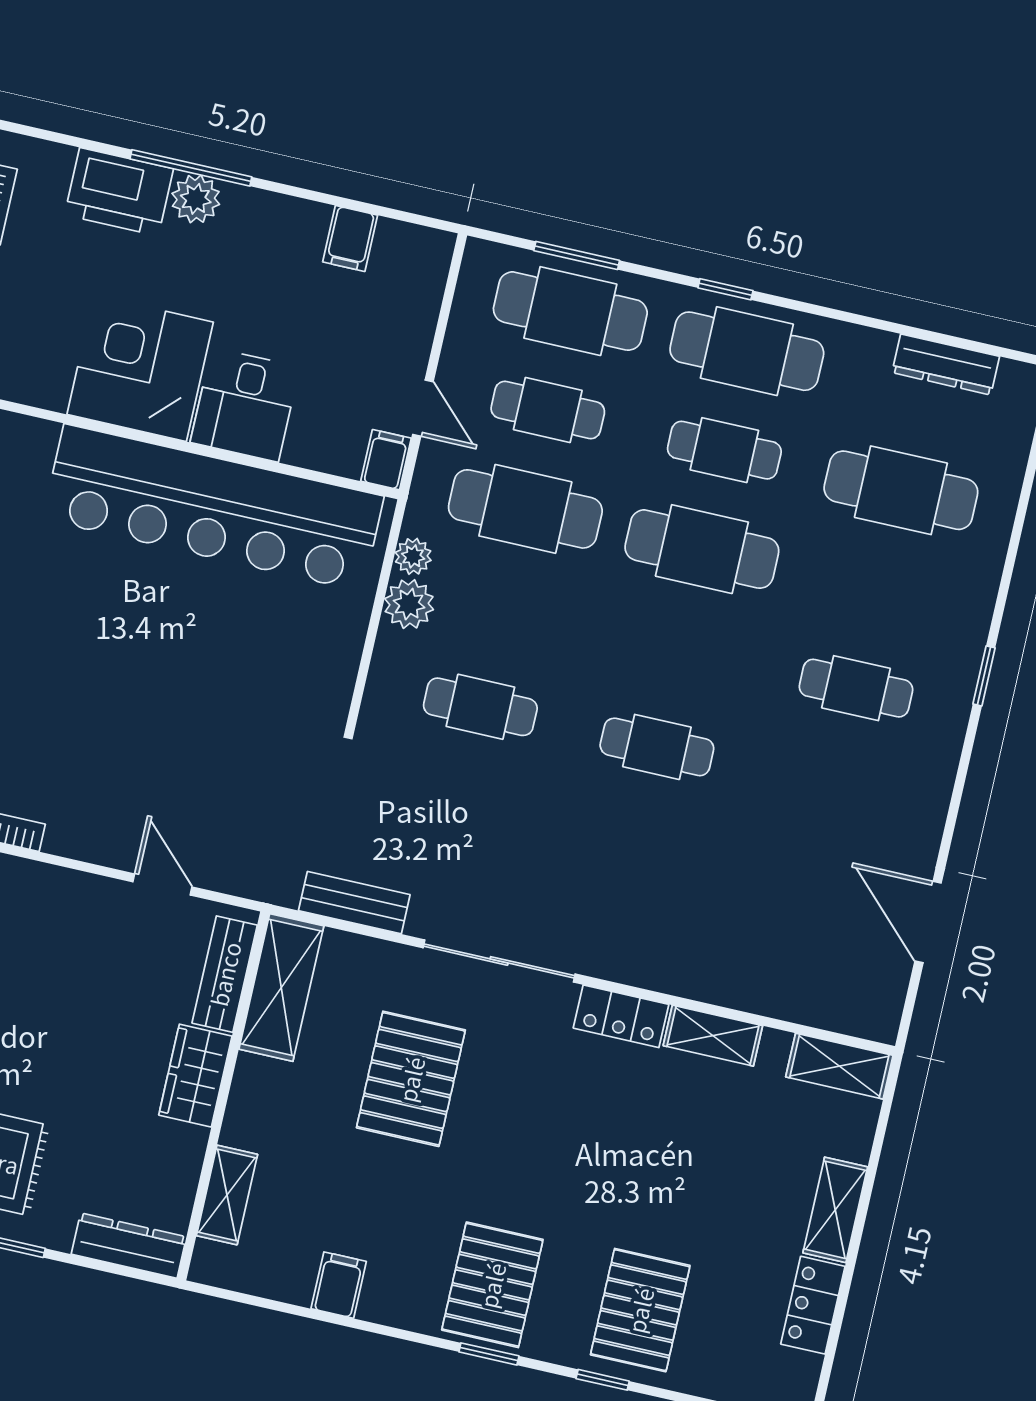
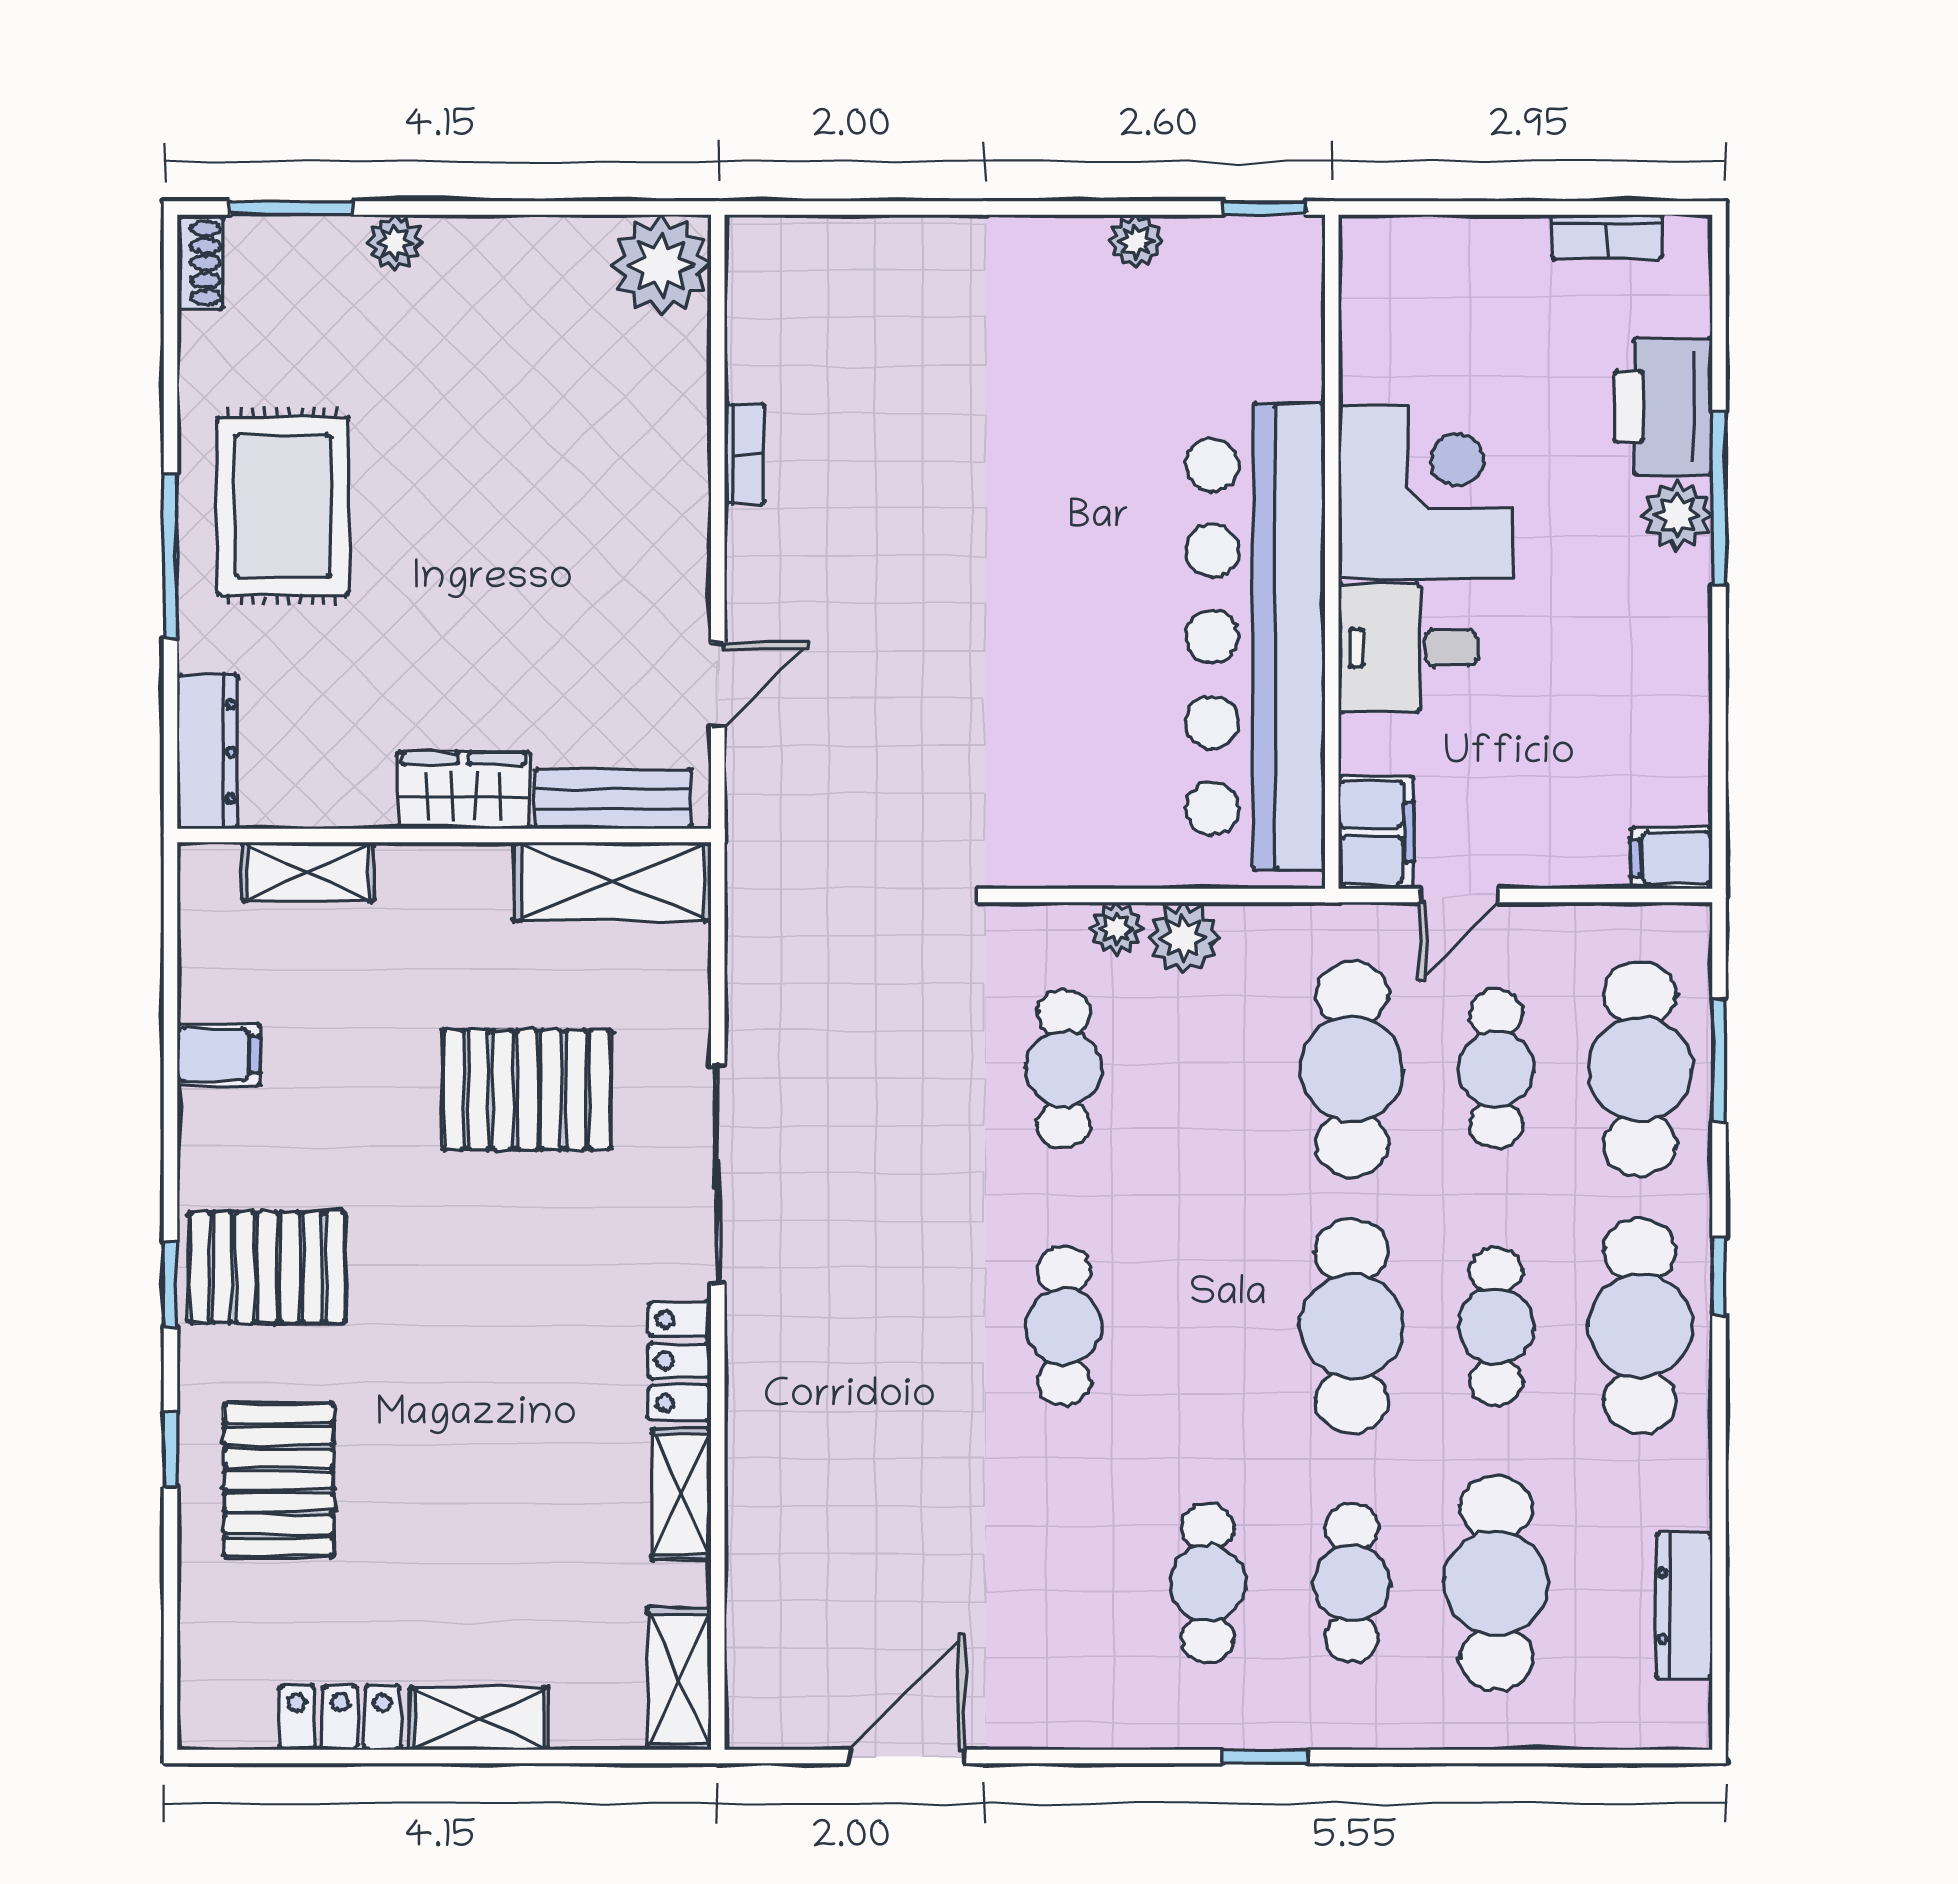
filing cabinet: (350, 238) -> (1671, 858), moved
filing cabinet: (386, 460) -> (1376, 832), width x2.00
plant: (413, 556) -> (1116, 928), moved
cafe table: (878, 589) -> (1352, 1583), added
bench: (354, 903) -> (753, 956), removed
pallet: (640, 1310) -> (279, 1480), turned 90

